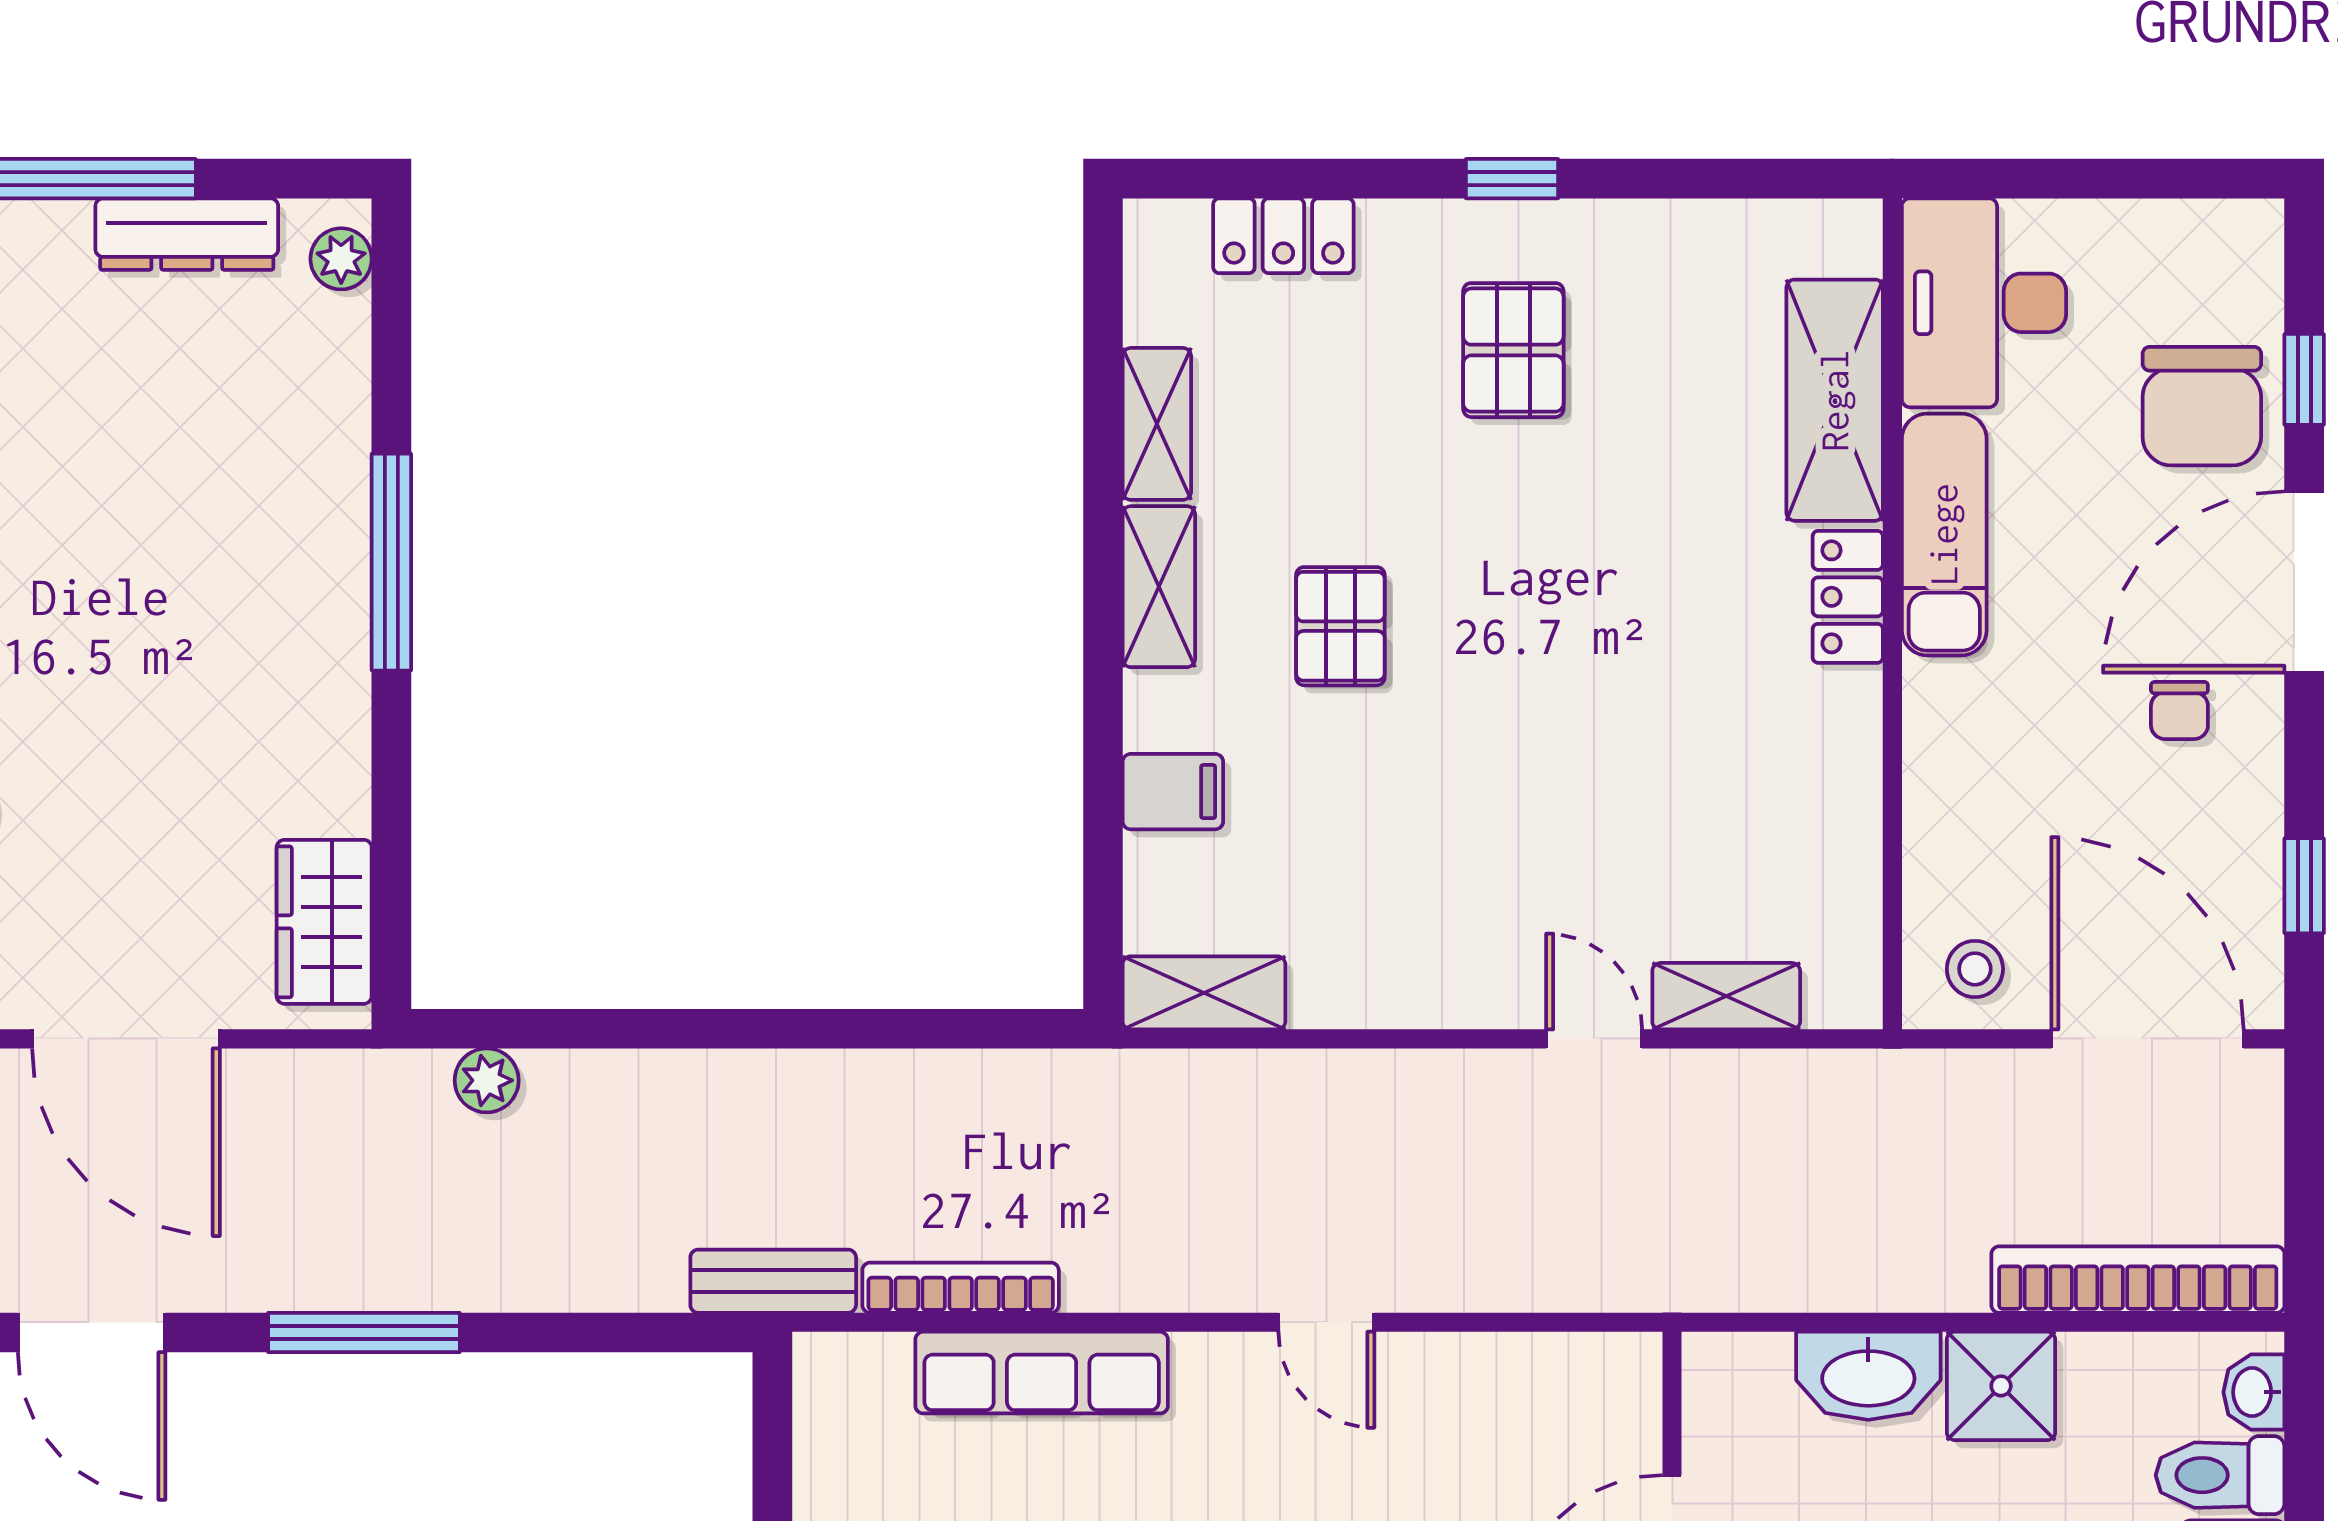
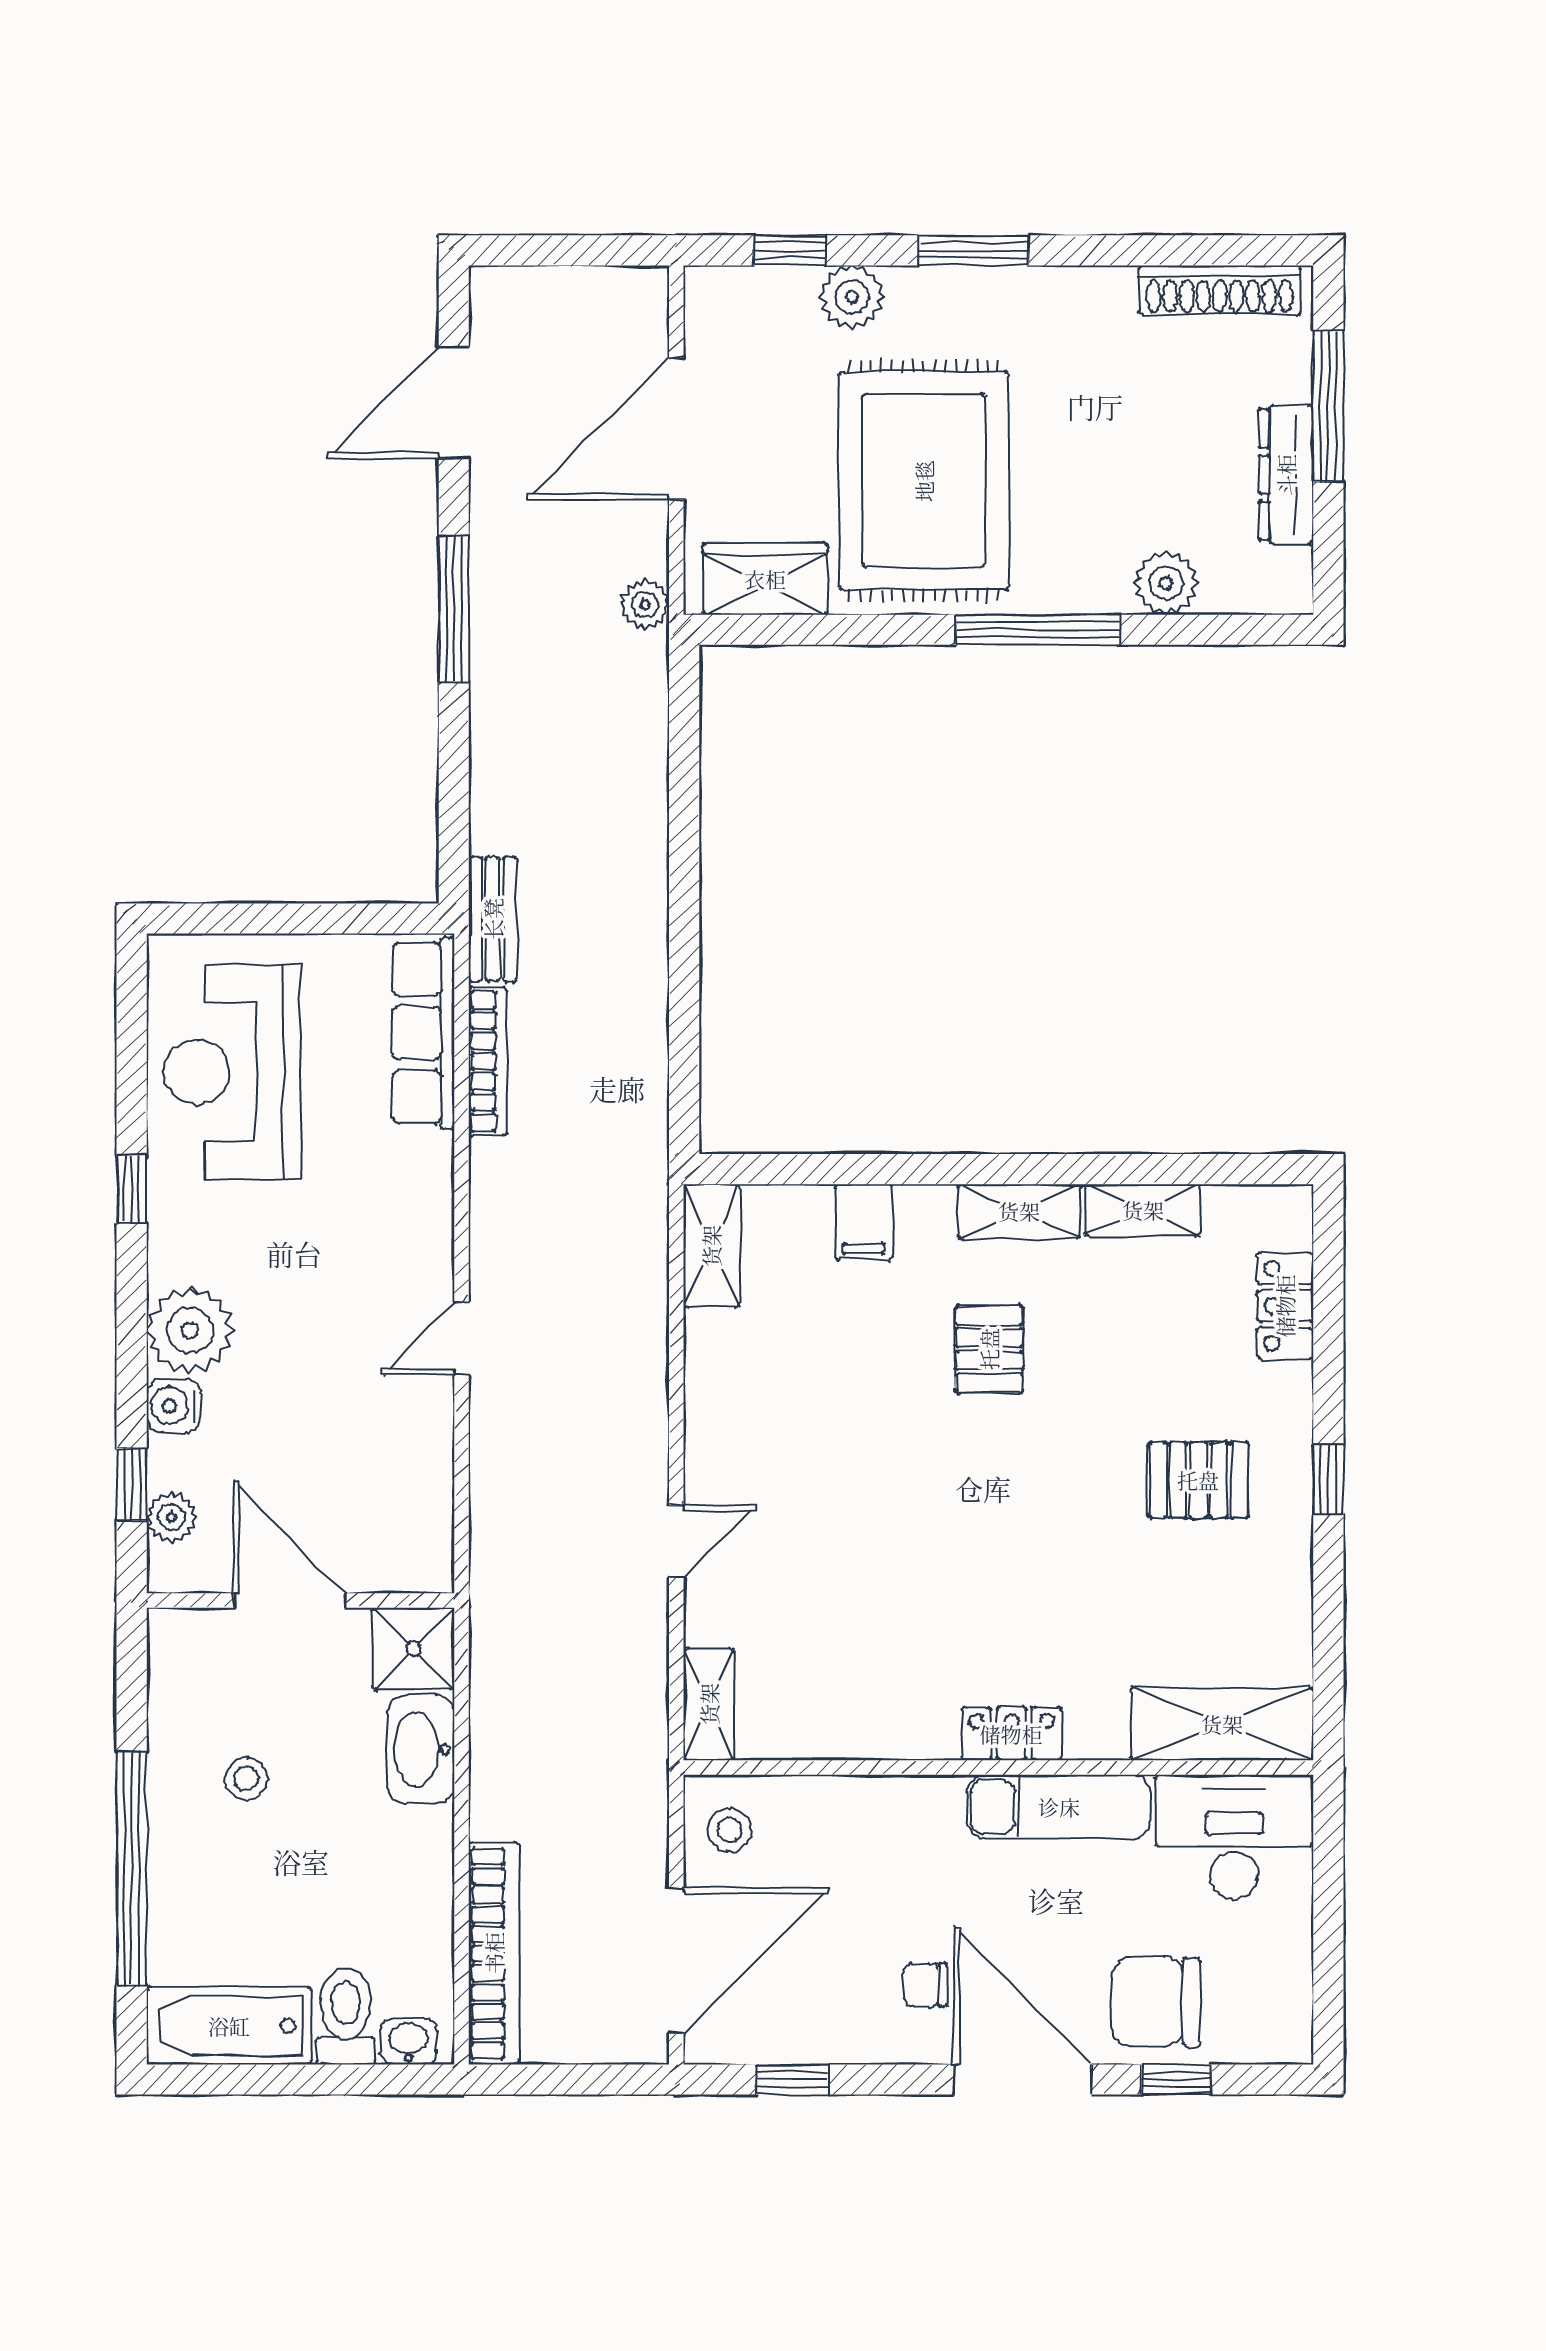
plant: (341, 259) -> (1166, 583), moved, width x1.38, depth x1.38
shelving: (1835, 400) -> (1222, 1724), moved
pallet: (1340, 626) -> (989, 1349), turned 90
rug: (195, 712) -> (924, 481), added
shelving: (1726, 996) -> (709, 1704), moved
plant: (487, 1080) -> (645, 605), moved
row of seats: (1042, 1373) -> (423, 1033), moved
shower: (2001, 1386) -> (413, 1649), moved

